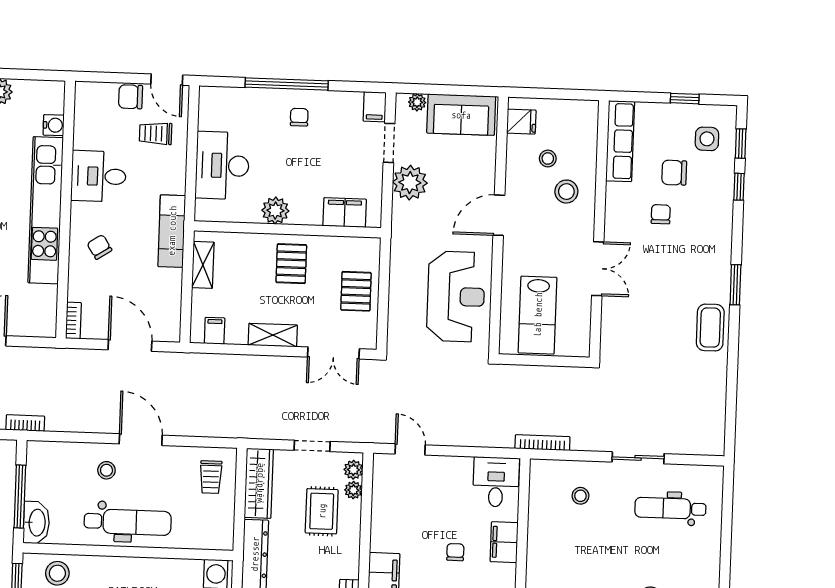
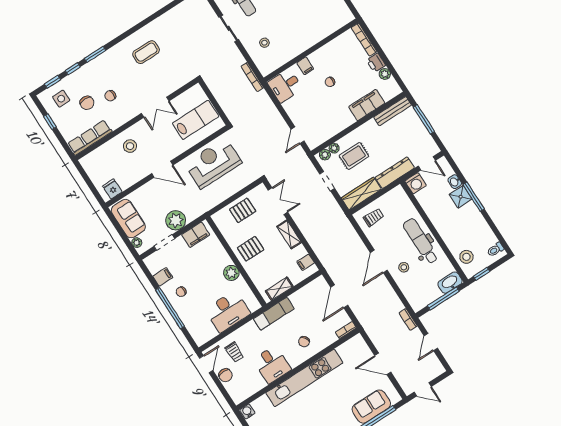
filing cabinet: (375, 107) -> (163, 277), moved
water cooler: (54, 125) -> (247, 411), moved
stool: (548, 158) -> (121, 165), removed
filing cabinet: (345, 213) -> (196, 235), moved, turned -90
double door: (598, 269) -> (155, 107), swing flipped
window: (735, 285) -> (95, 54), moved
coffee table: (710, 328) -> (146, 52), moved
filing cabinet: (504, 542) -> (305, 66), width x0.50

